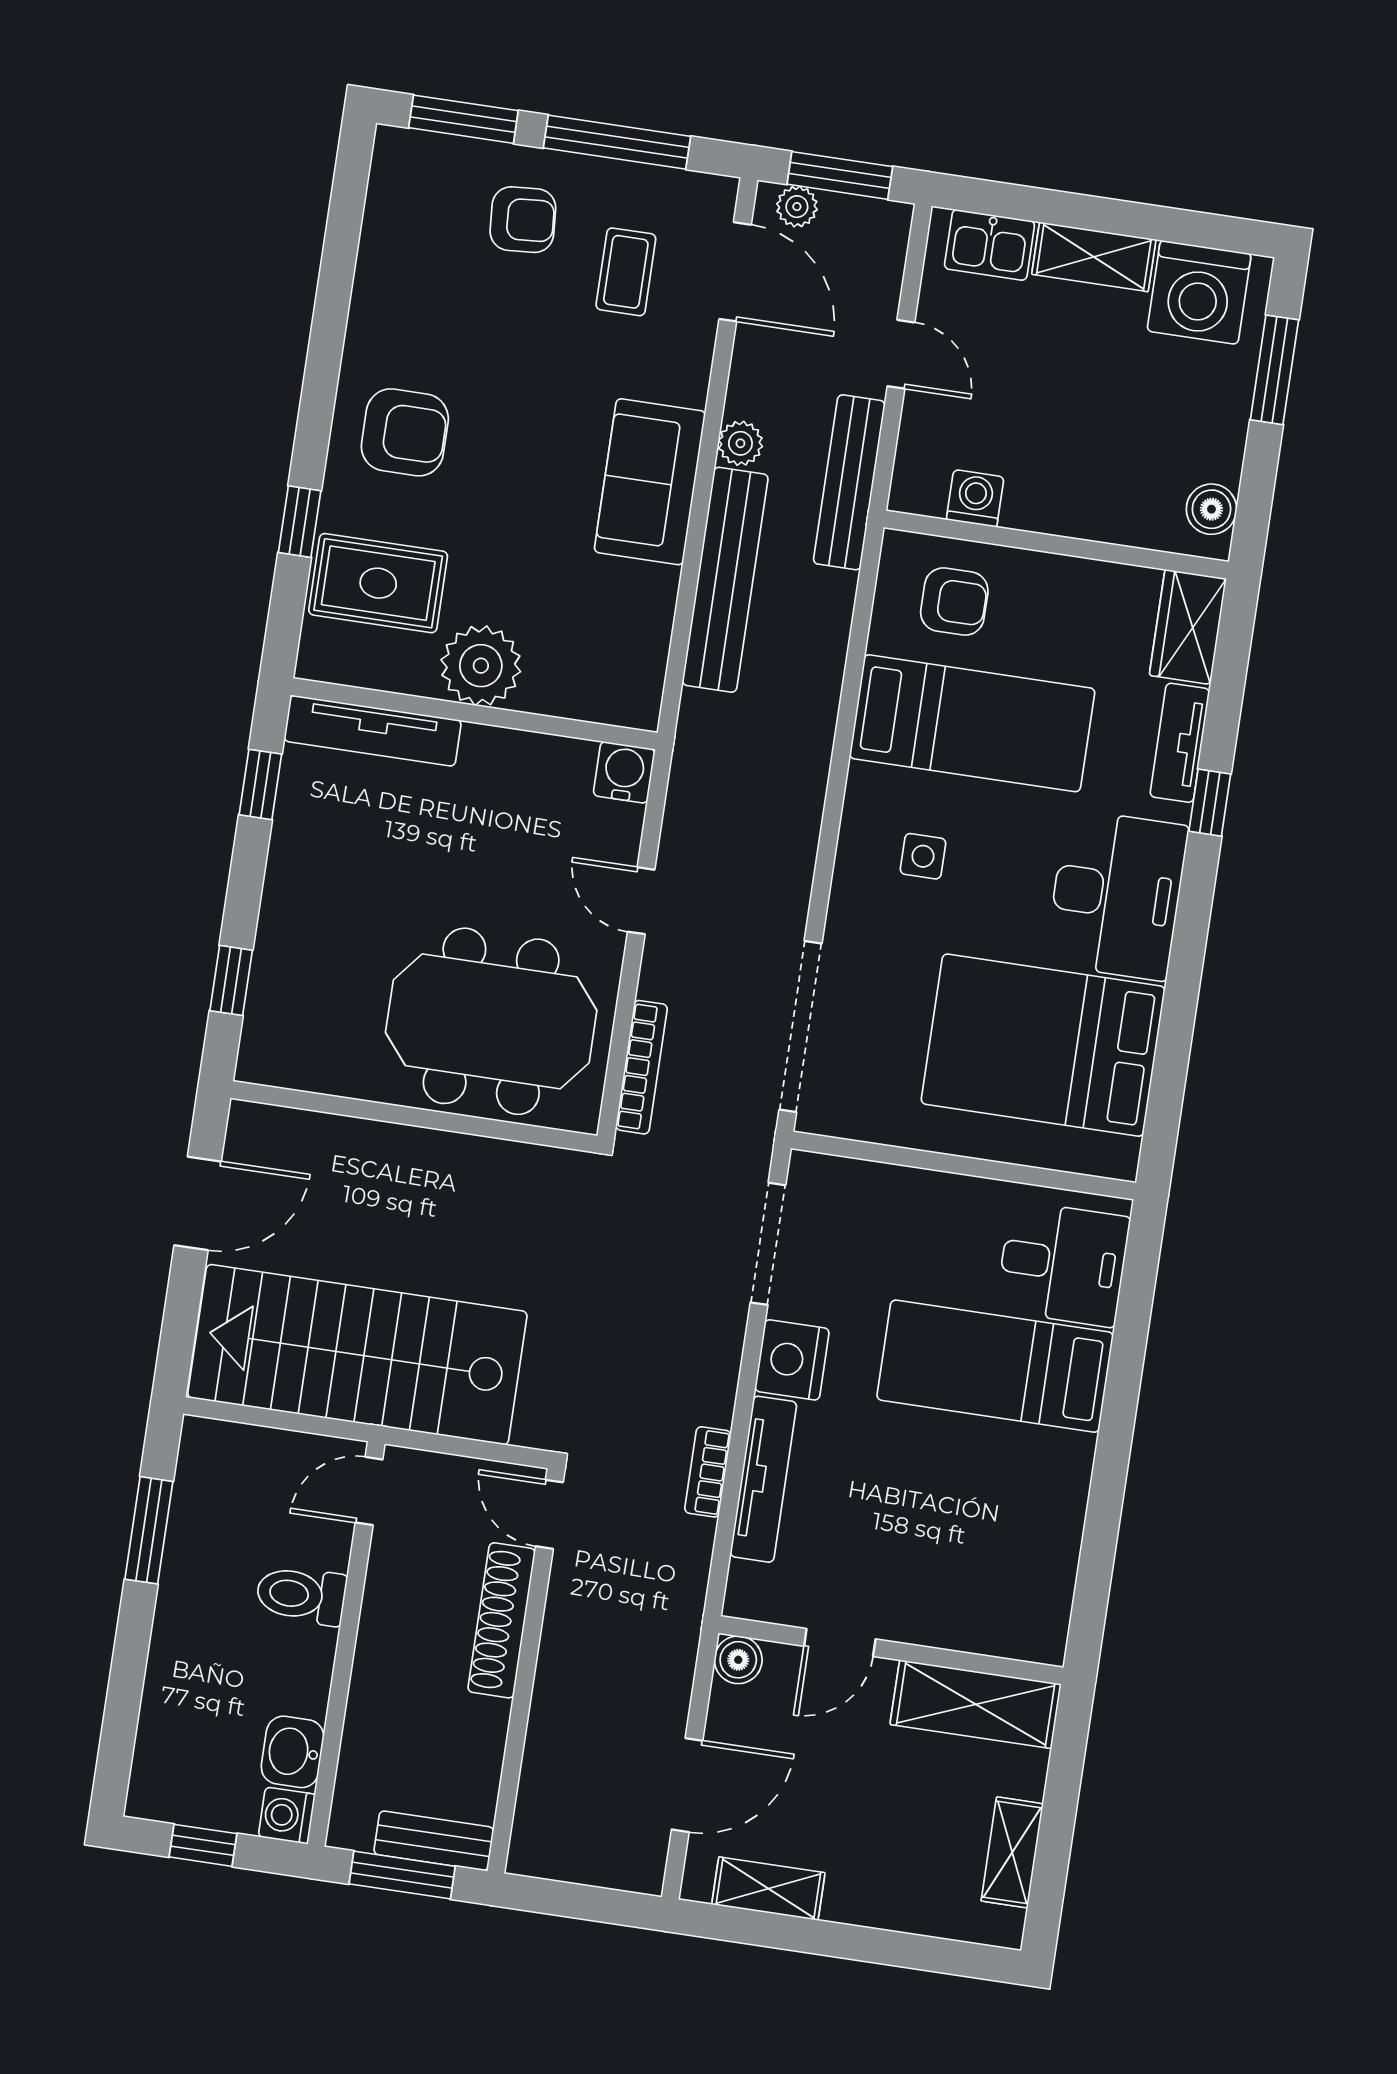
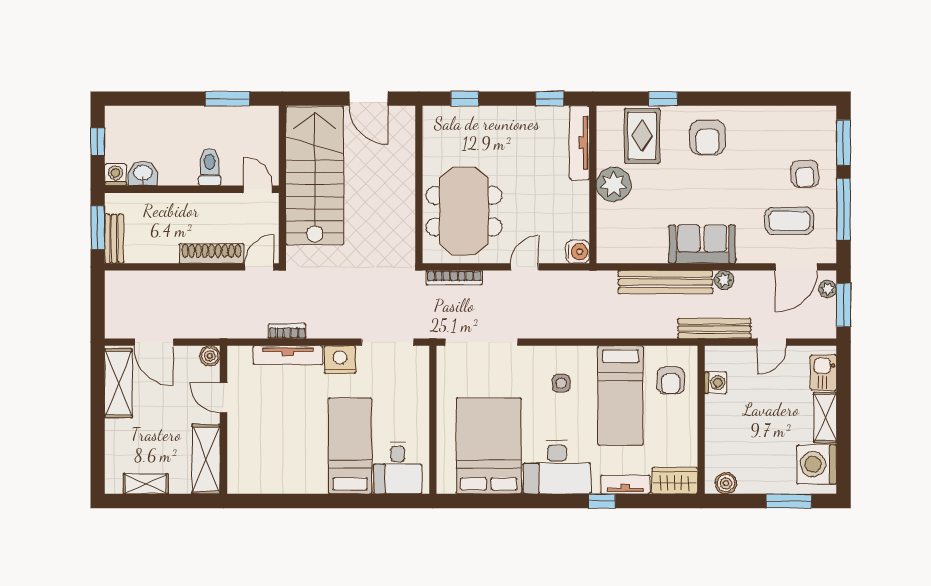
coffee table: (626, 272) -> (789, 221), width x1.36, depth x1.30
shelving: (768, 1889) -> (118, 383), width x1.50, depth x1.33

